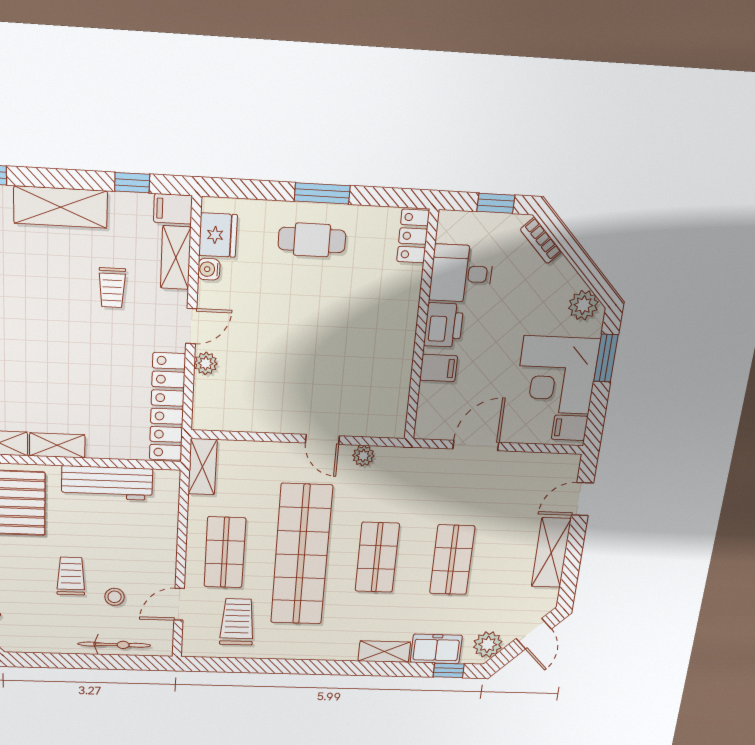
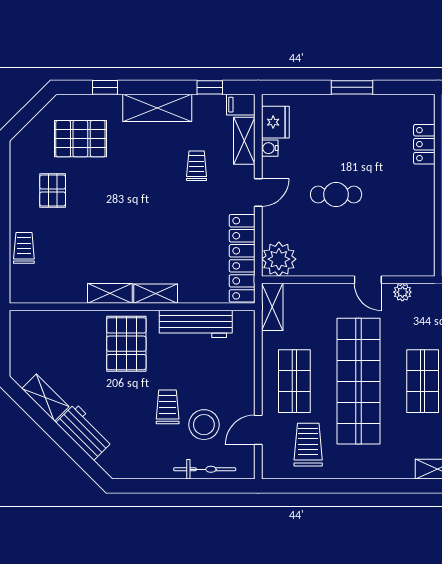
locker: (413, 236) -> (424, 144), moved
cafe table: (312, 240) -> (336, 194), moved
trolley: (112, 288) -> (197, 166), turned 180
plant: (206, 363) -> (279, 259), moved, width x1.88, depth x1.88
stool: (115, 597) -> (204, 425), width x1.89, depth x1.89

